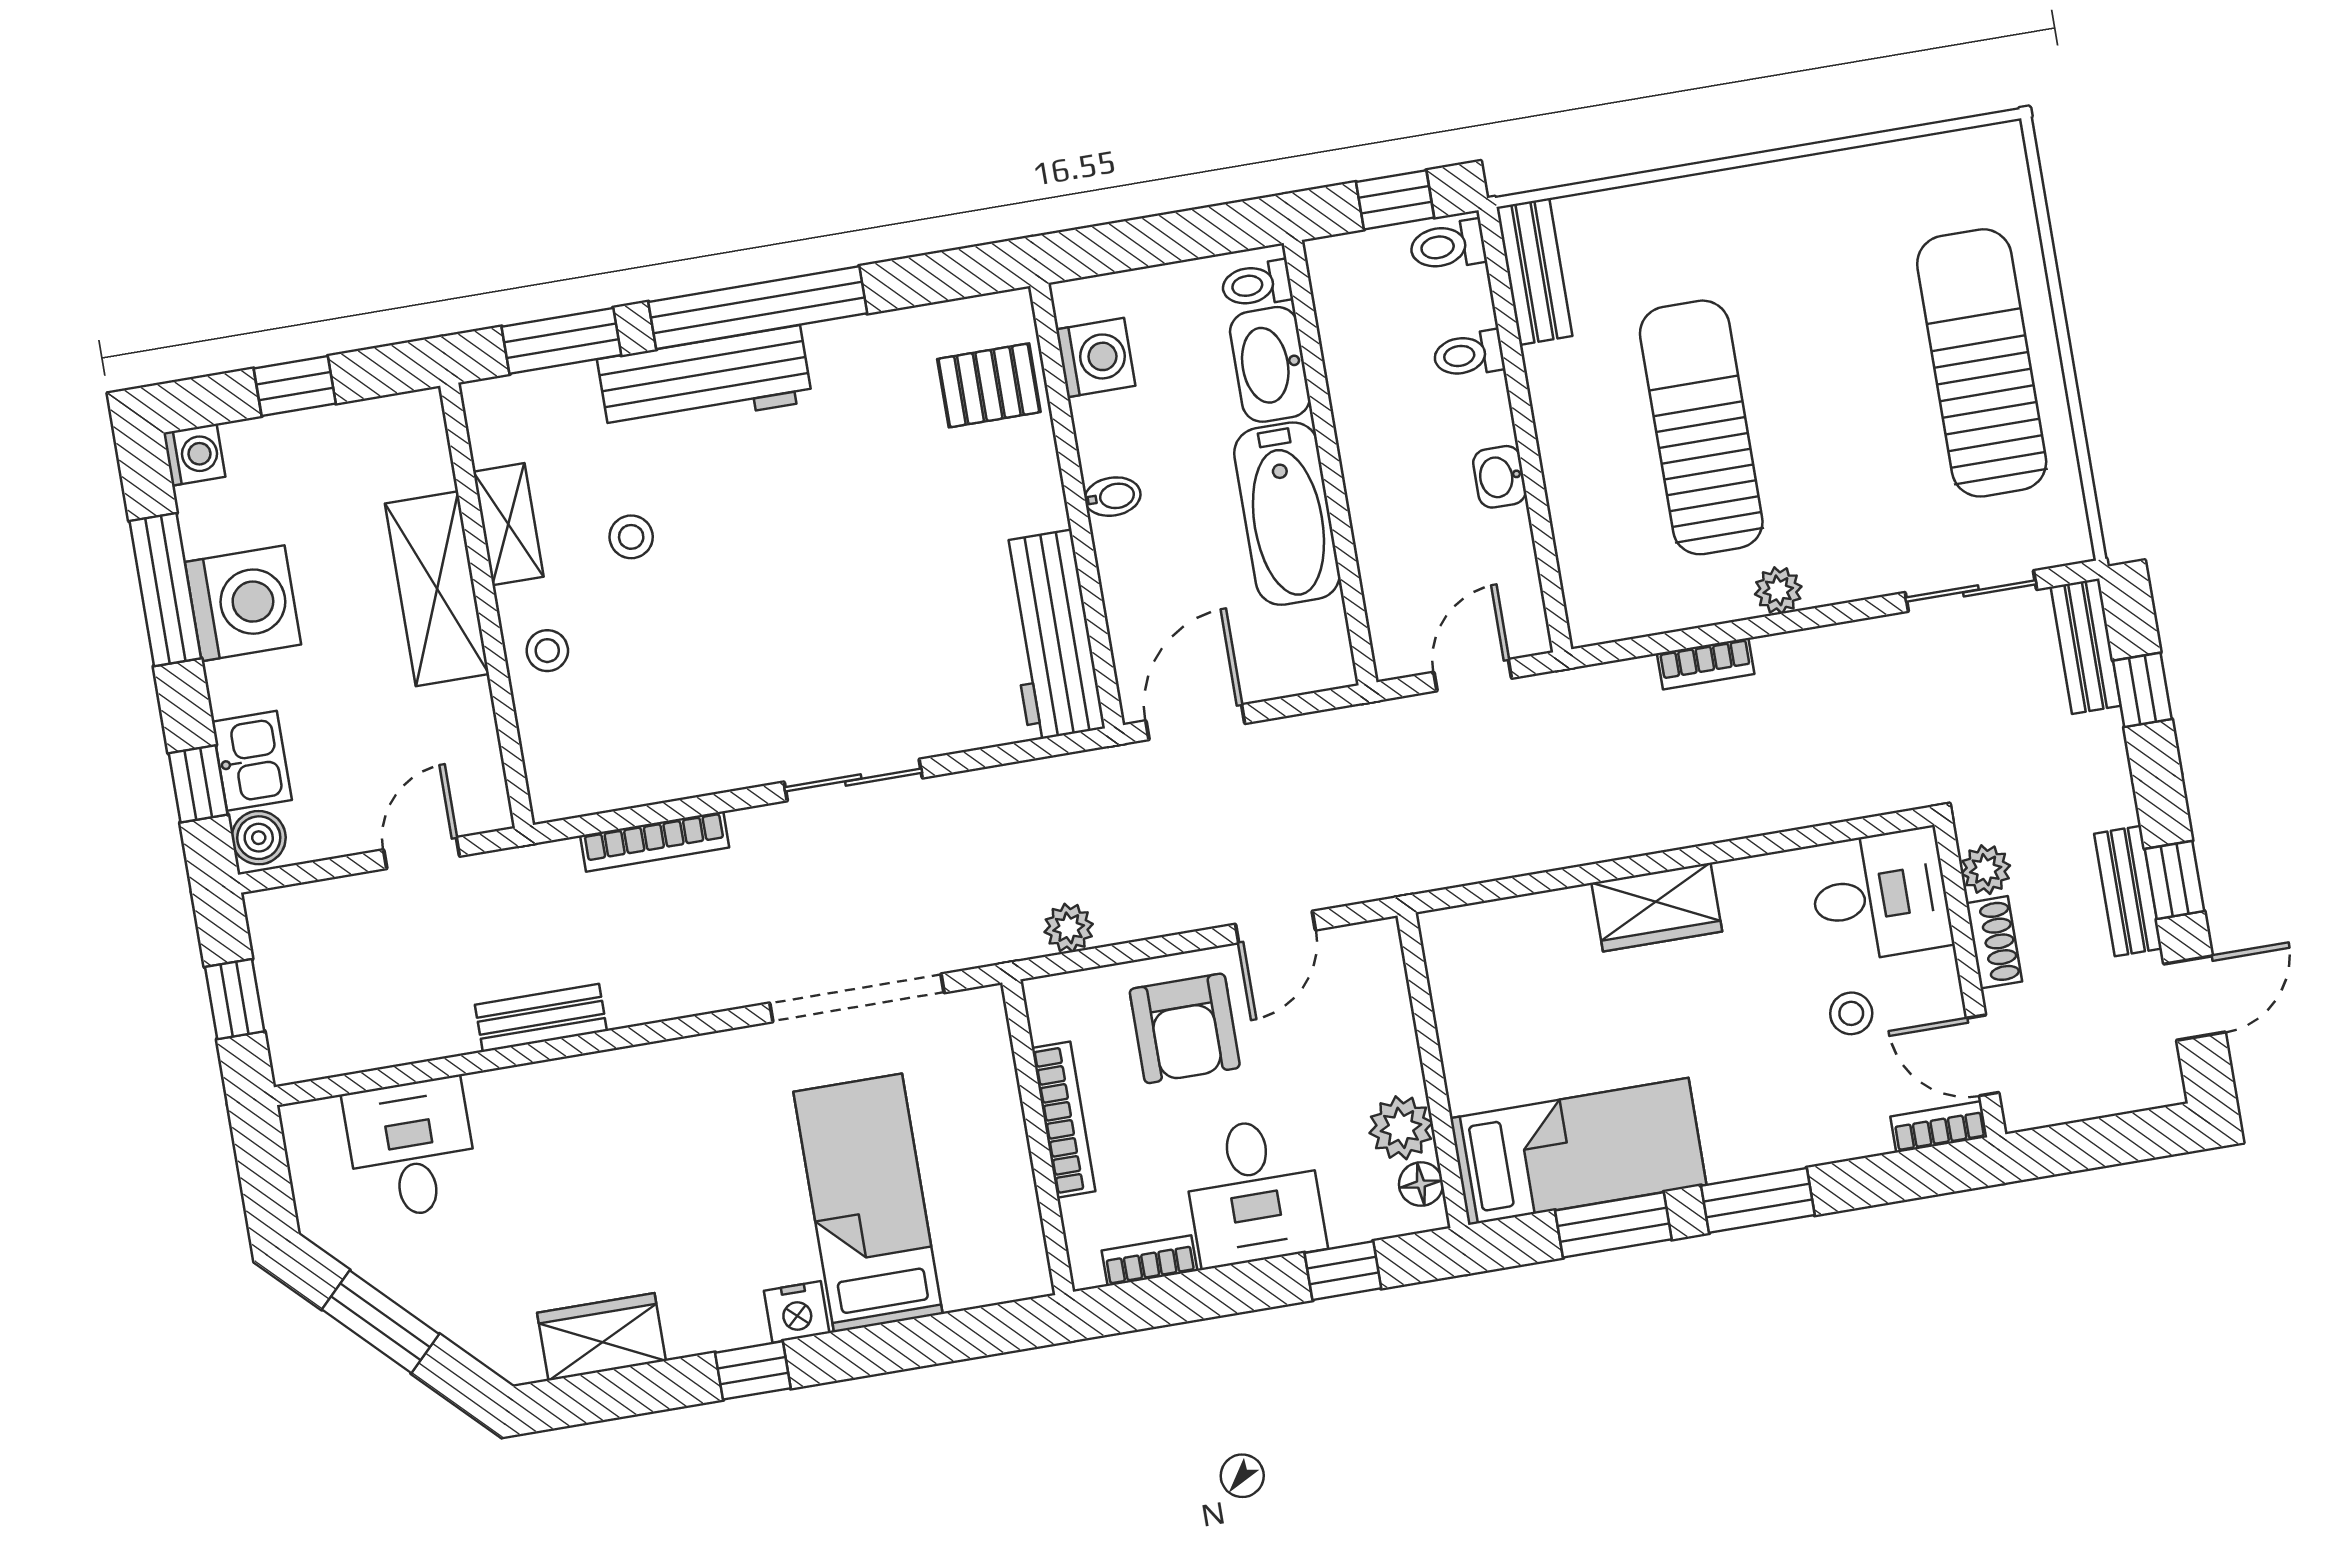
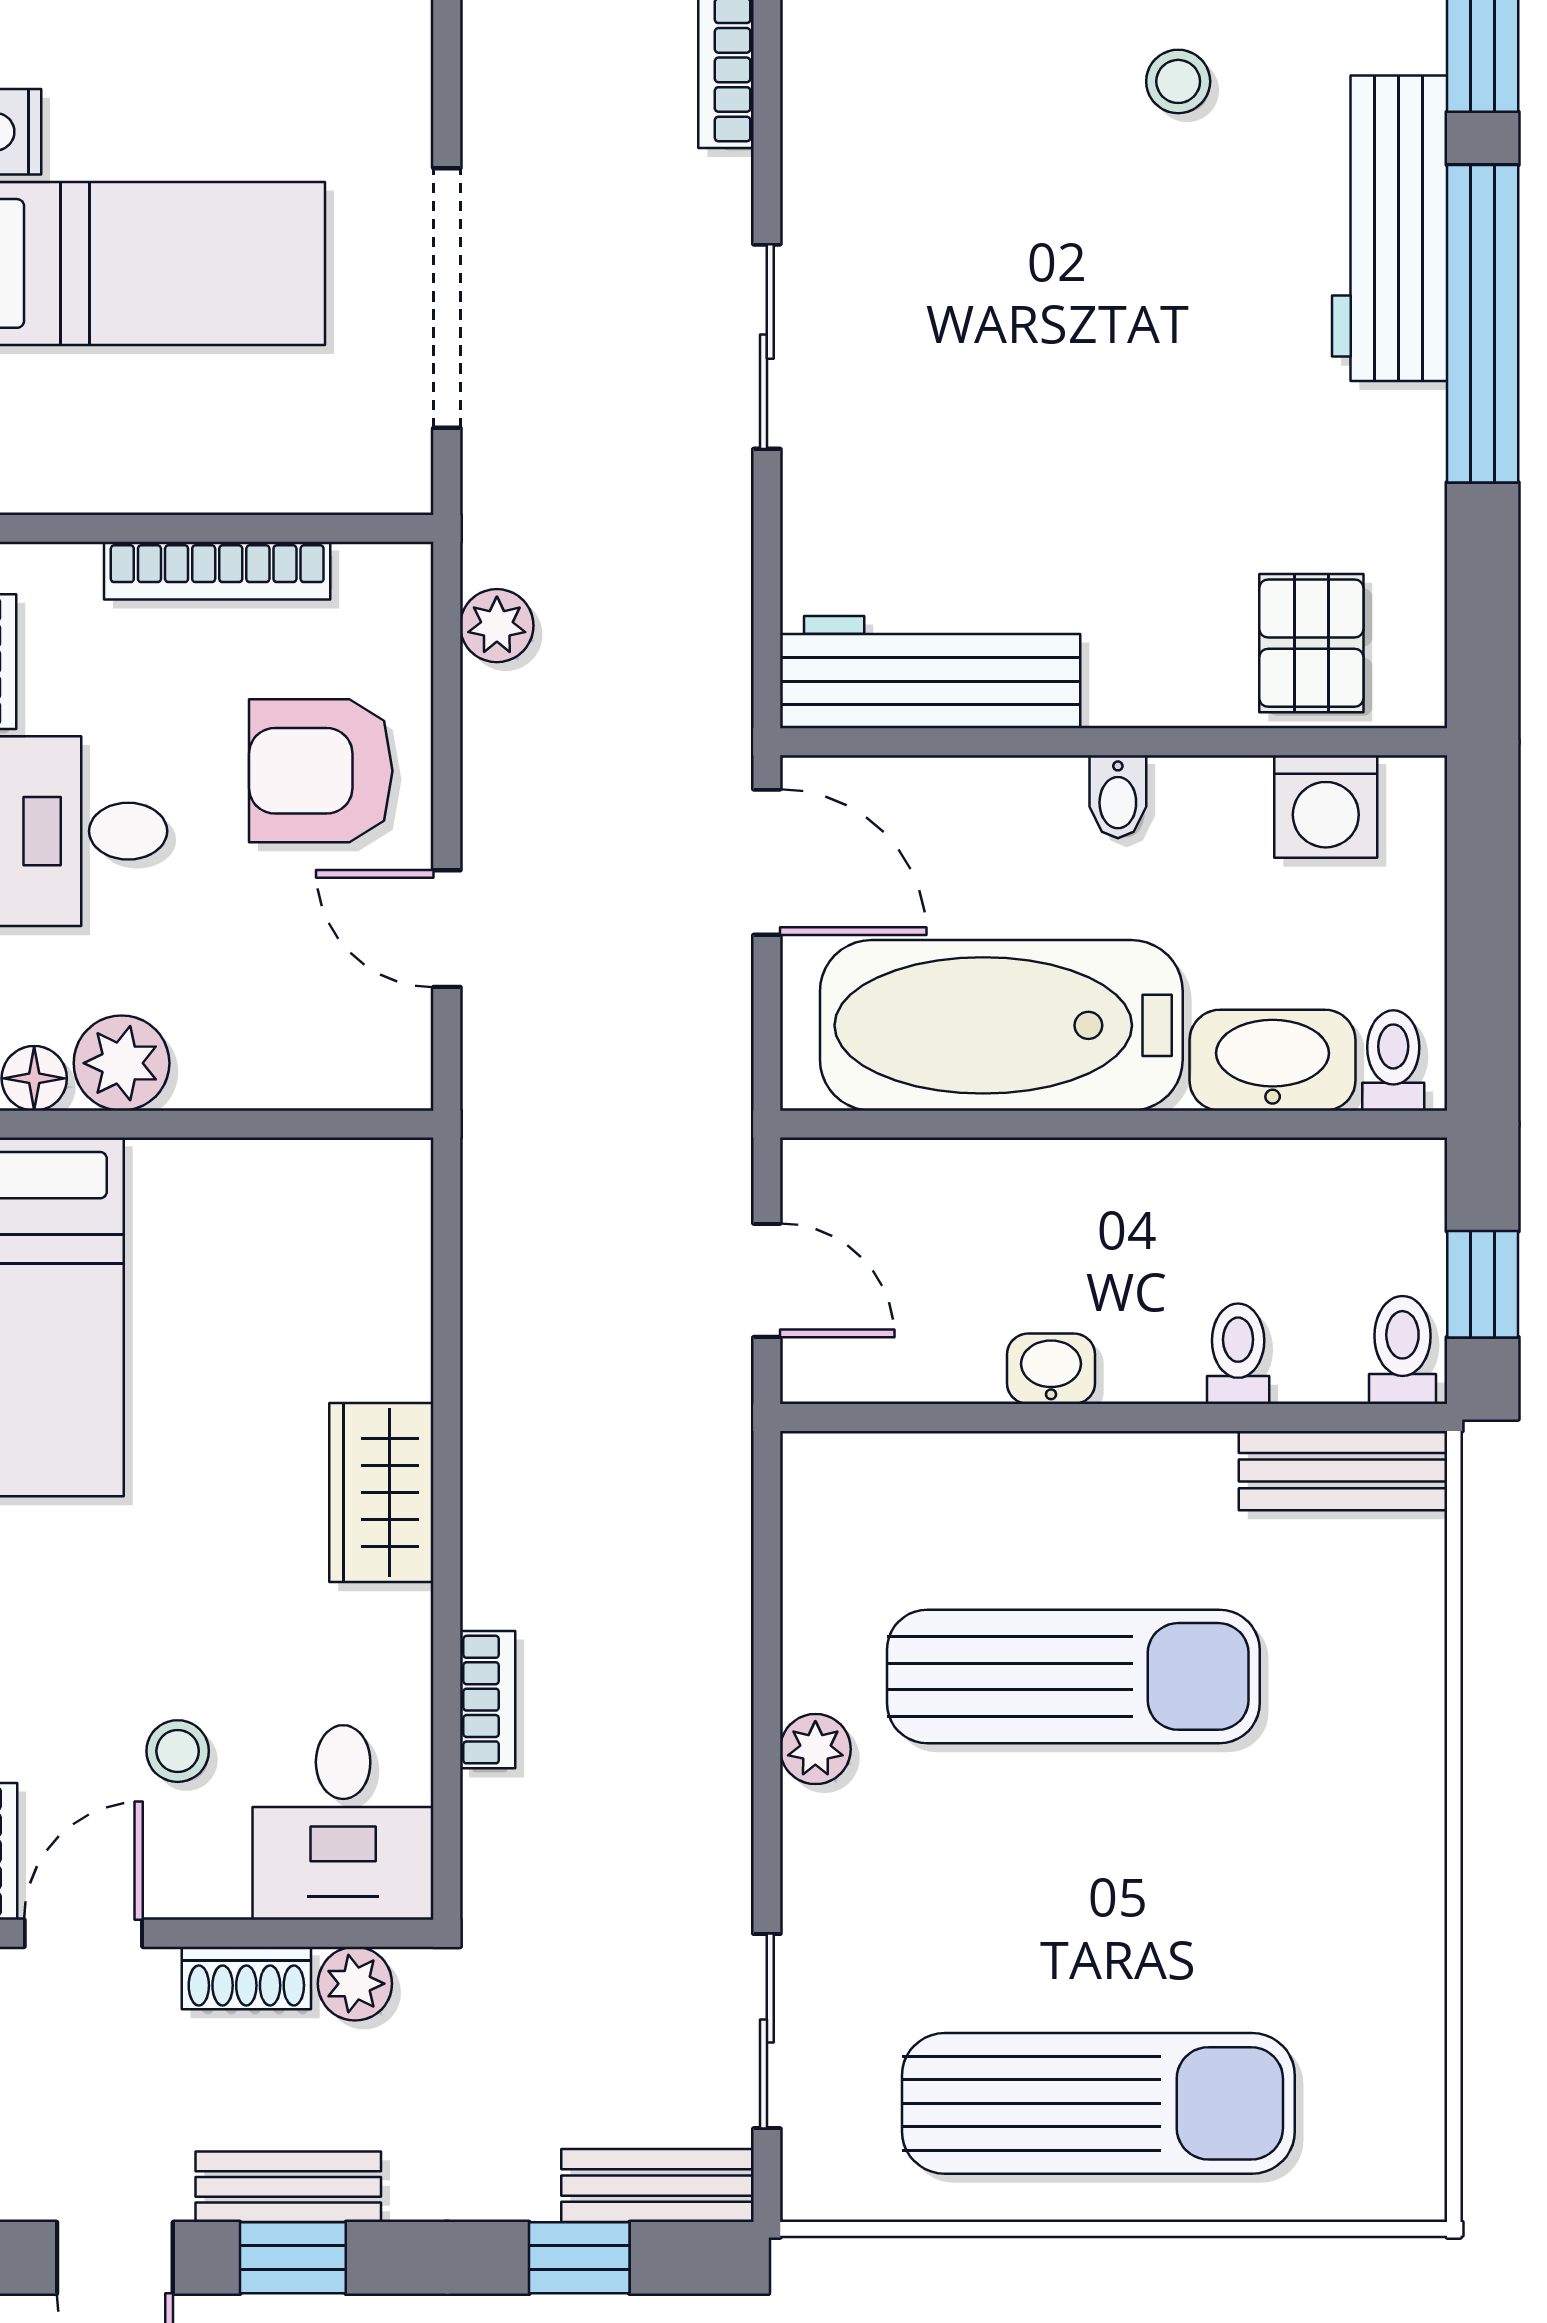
bathtub: (1287, 514) -> (1001, 1025), width x1.36, depth x1.36
bookcase: (1706, 664) -> (488, 1700), moved, turned 180

